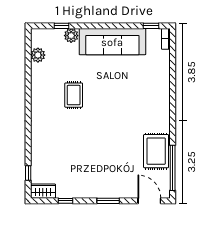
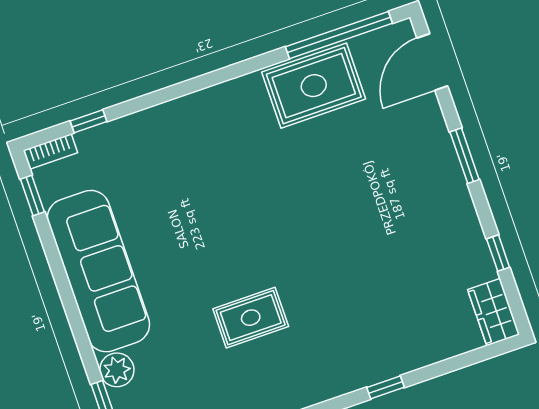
window: (173, 58) -> (88, 121), added
window: (28, 173) -> (385, 387), moved

